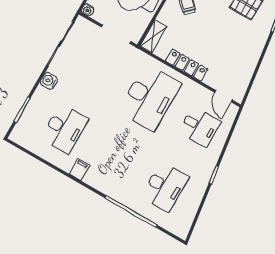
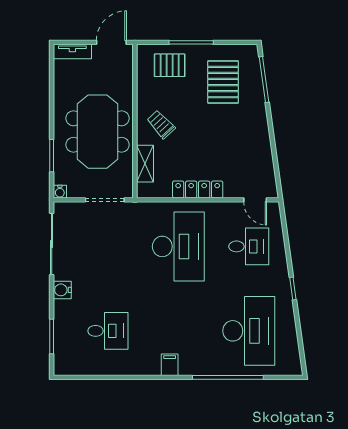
shelving: (153, 36) -> (145, 164), moved
desk: (65, 129) -> (108, 331), width x0.73
filing cabinet: (79, 170) -> (170, 365), moved
desk: (165, 187) -> (249, 331), width x1.36, depth x1.30

